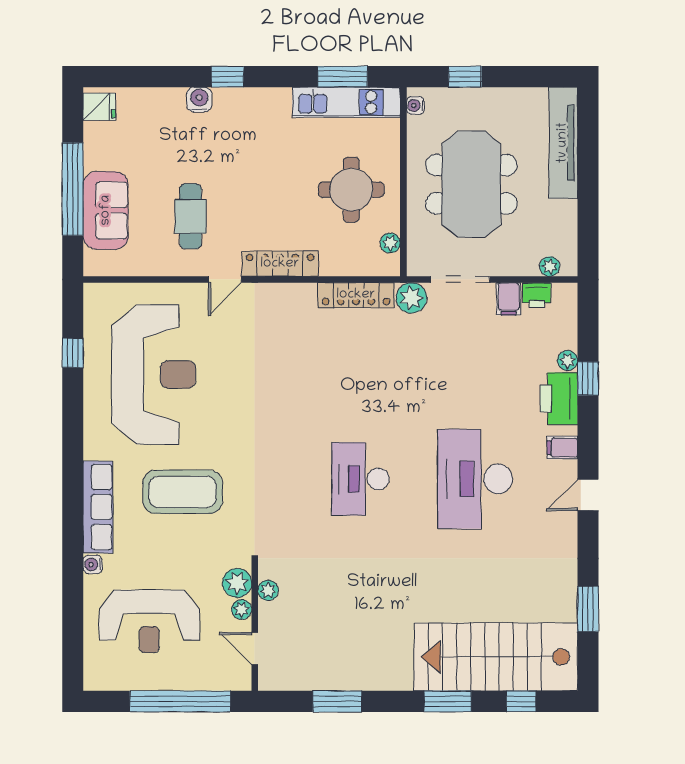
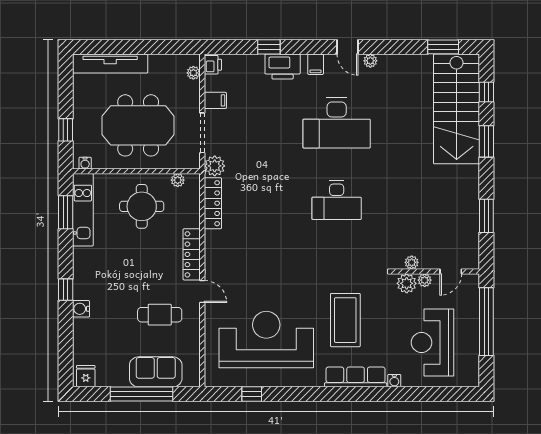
printer: (537, 295) -> (213, 65), moved
plant: (567, 361) -> (370, 61), moved
window: (588, 609) -> (443, 47), moved
reception desk: (149, 621) -> (433, 342), turned 180

